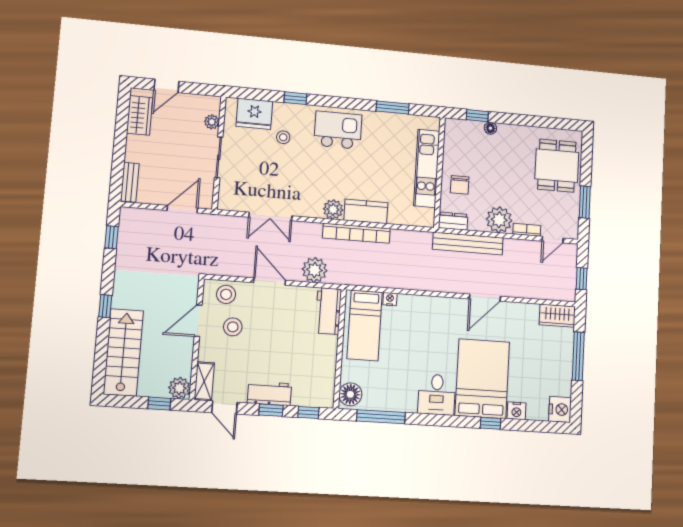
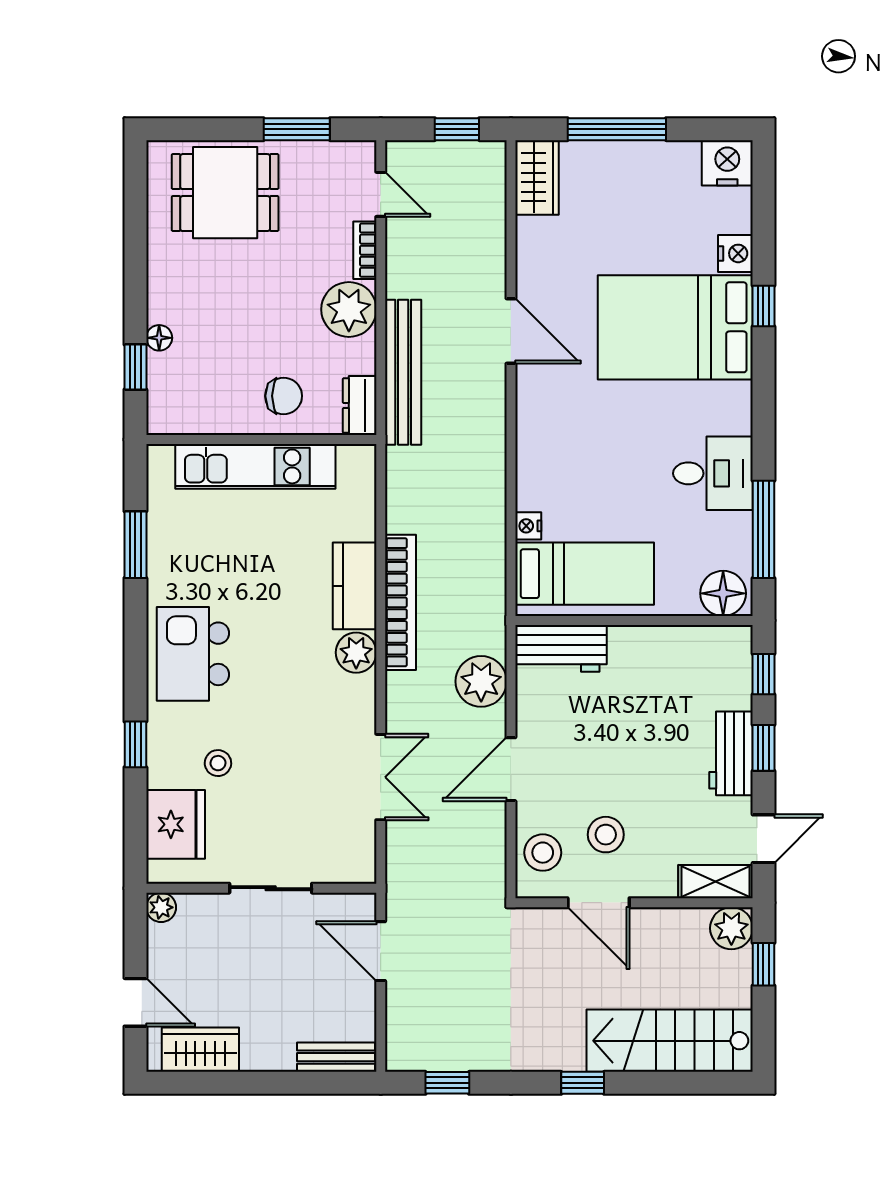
plant: (212, 122) -> (161, 907), moved
desk: (437, 395) -> (713, 473), moved

